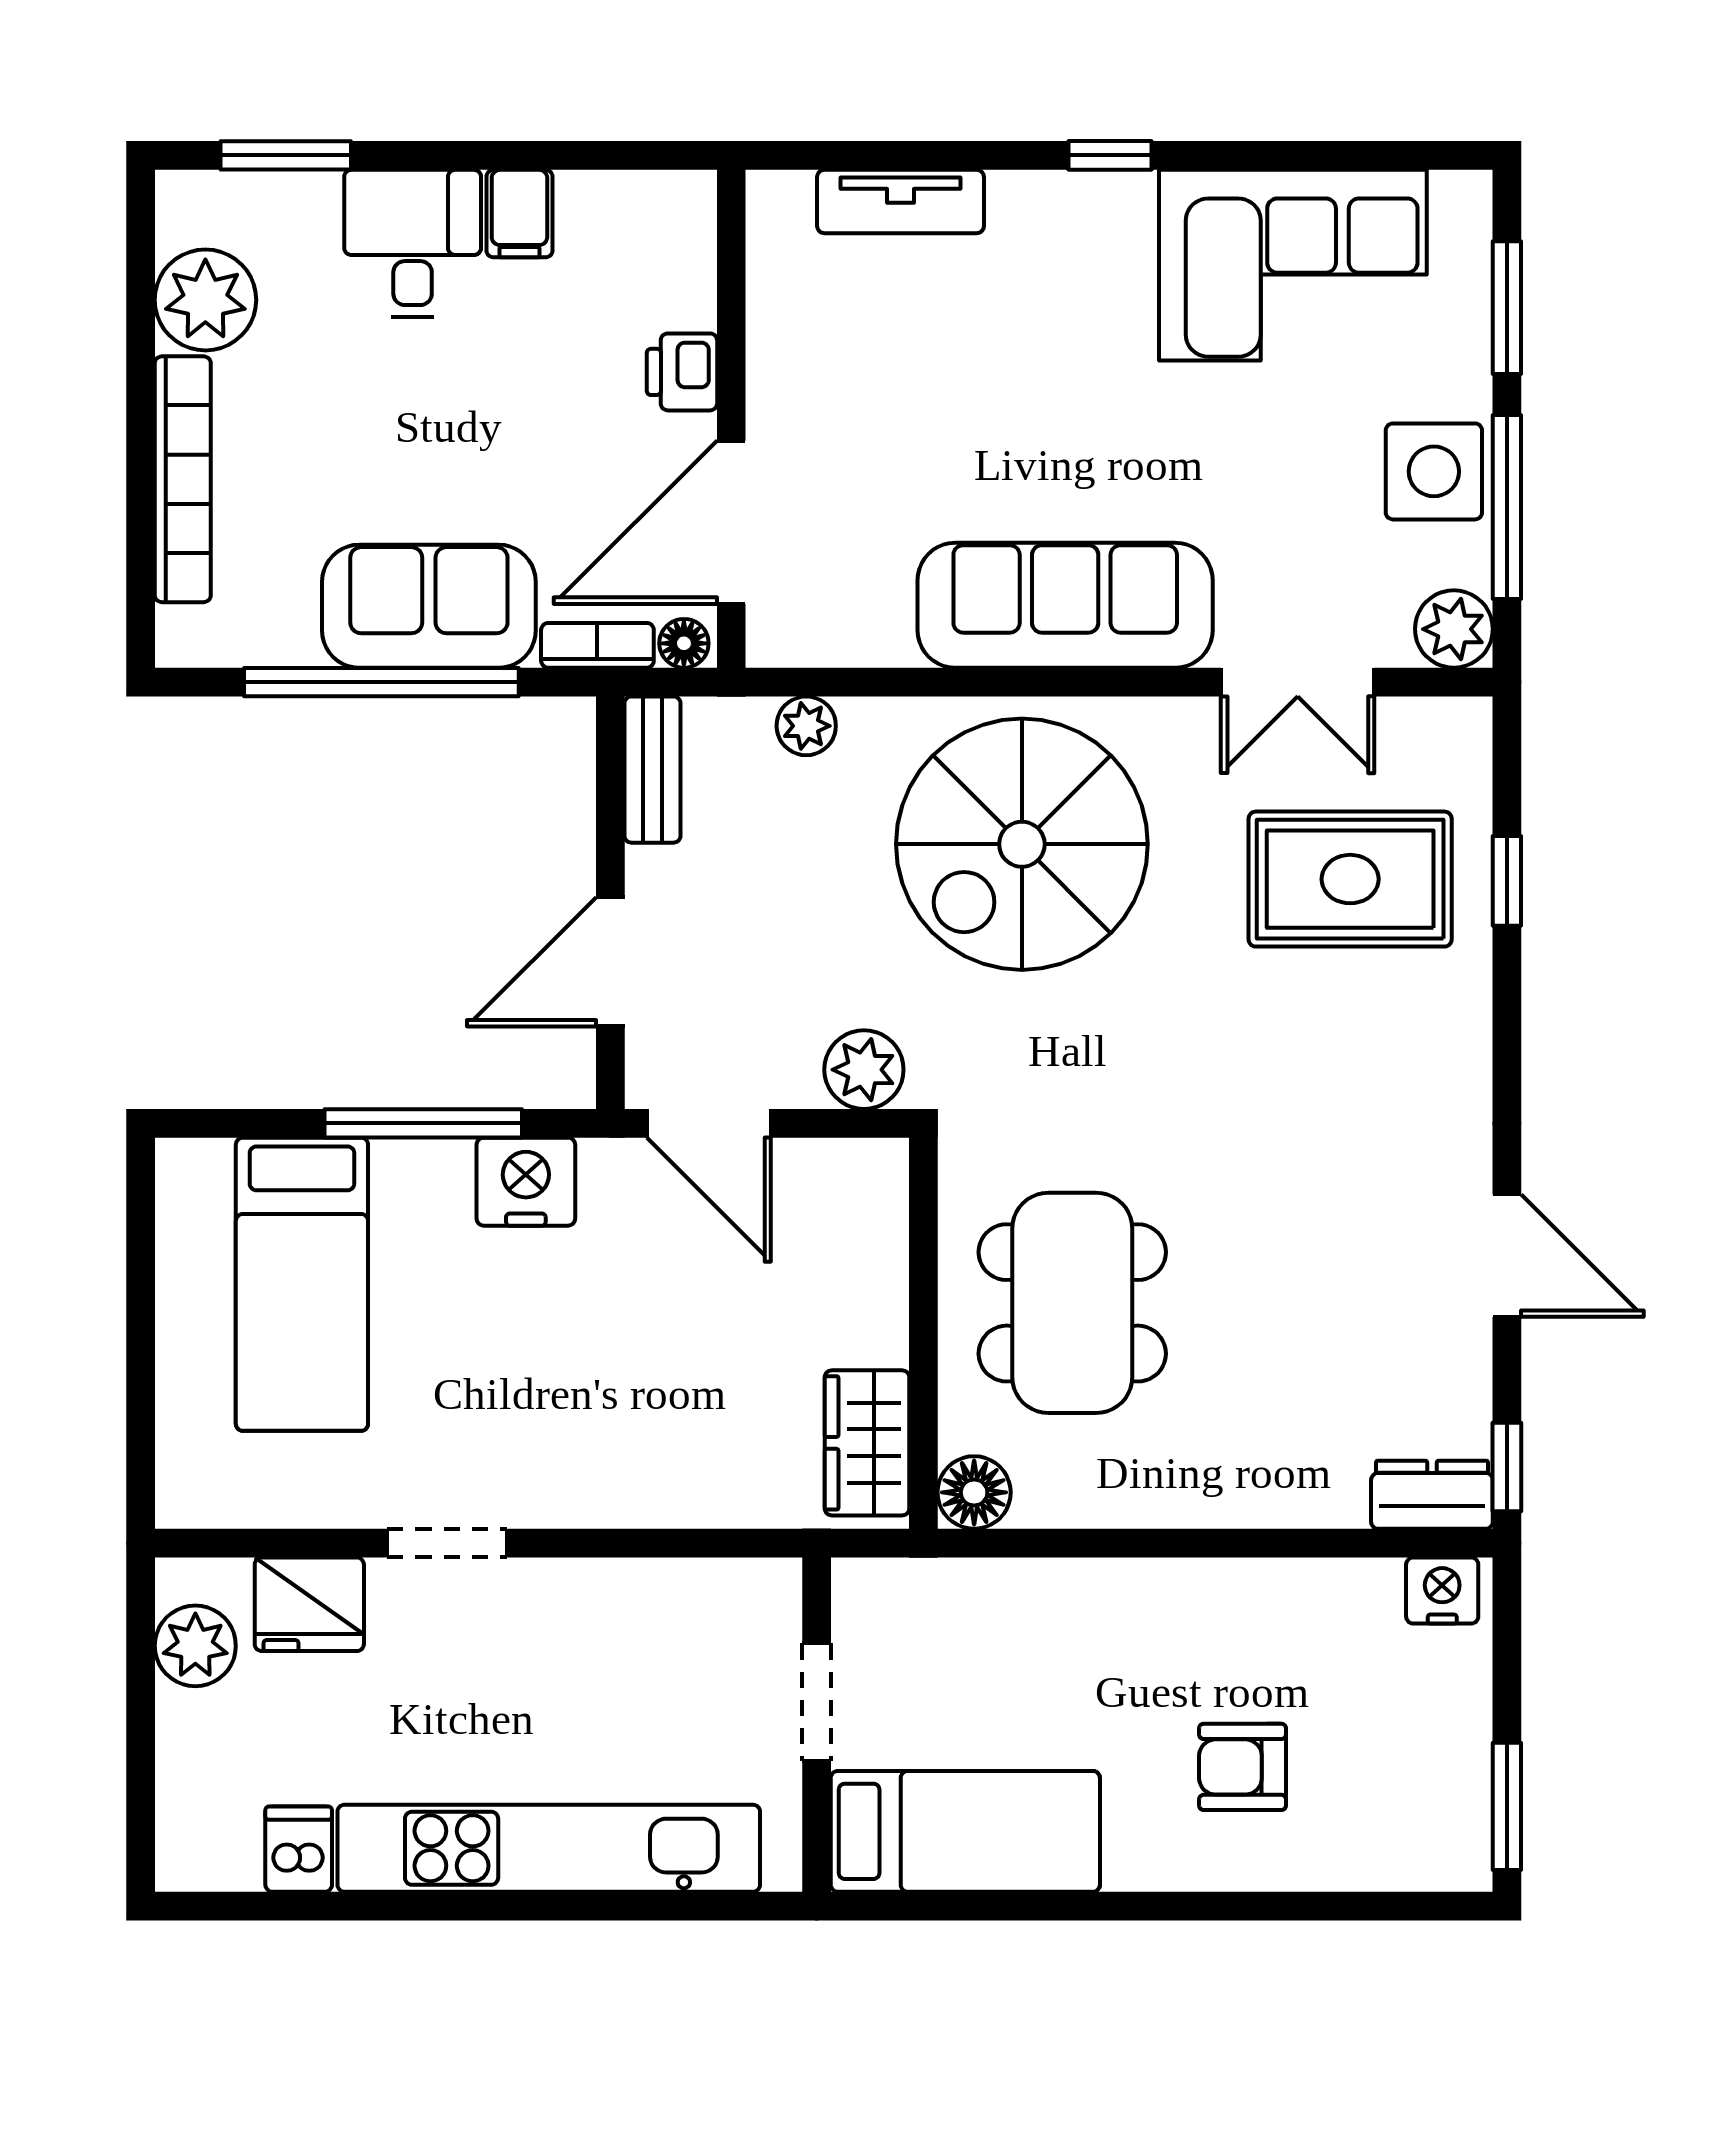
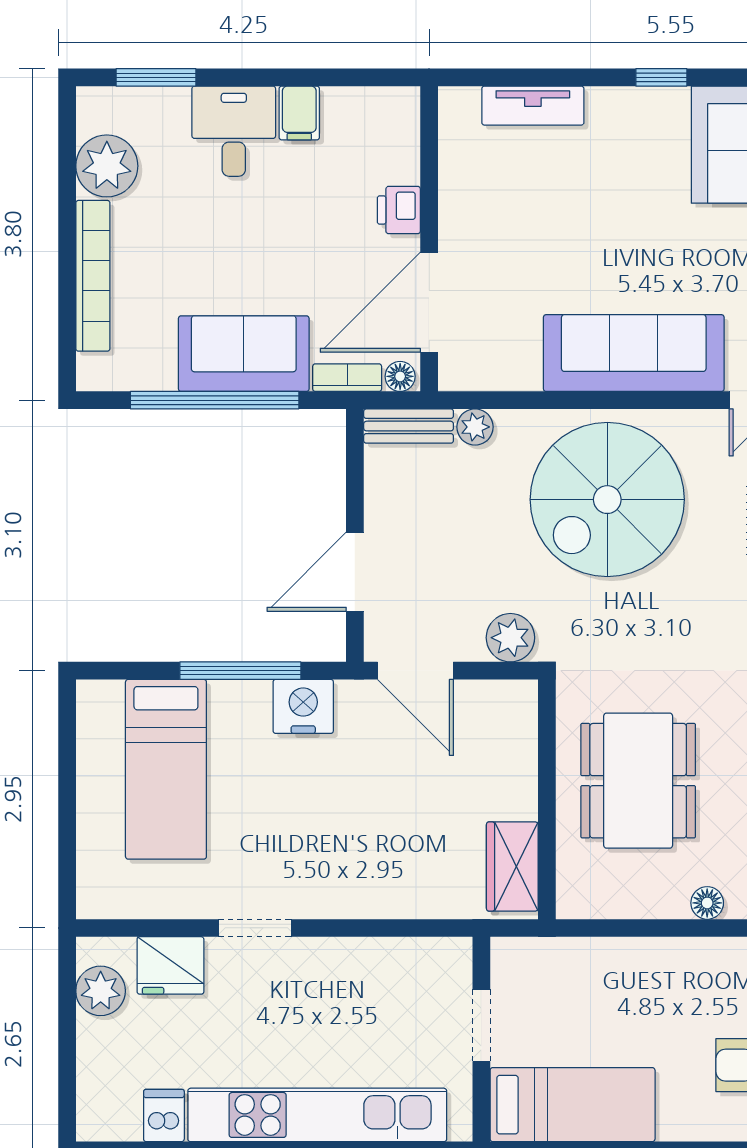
bench: (652, 770) -> (409, 426), moved, turned 90
floor lamp: (974, 1492) -> (707, 903), moved, width x0.73, depth x0.73

